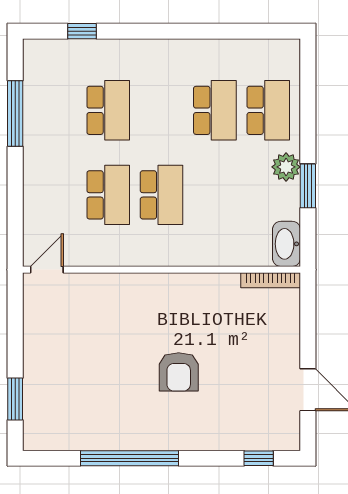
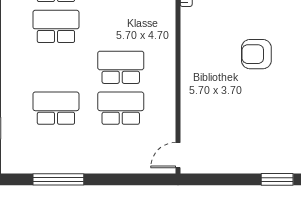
door: (47, 270) -> (178, 155), hinge flipped
armchair: (179, 372) -> (256, 54), turned 180

